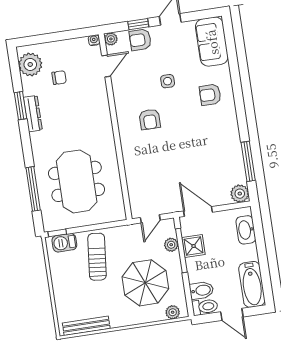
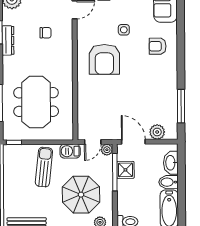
chair: (59, 78) -> (45, 33), moved
armchair: (150, 119) -> (104, 59), width x1.88, depth x1.88
plant: (240, 194) -> (157, 132), moved
barbecue: (64, 243) -> (70, 151), moved
plant: (171, 245) -> (107, 150), moved
bidet: (202, 290) -> (168, 182), moved, turned 180

